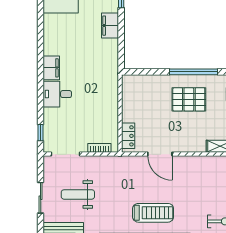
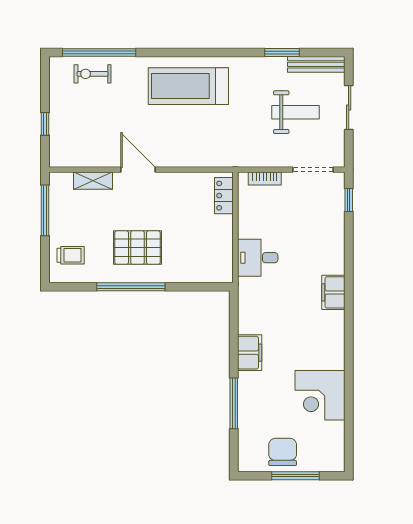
desk: (57, 94) -> (258, 258), moved, turned 180
door: (160, 154) -> (138, 170), moved
treadmill: (153, 213) -> (188, 86), width x1.37, depth x1.38

